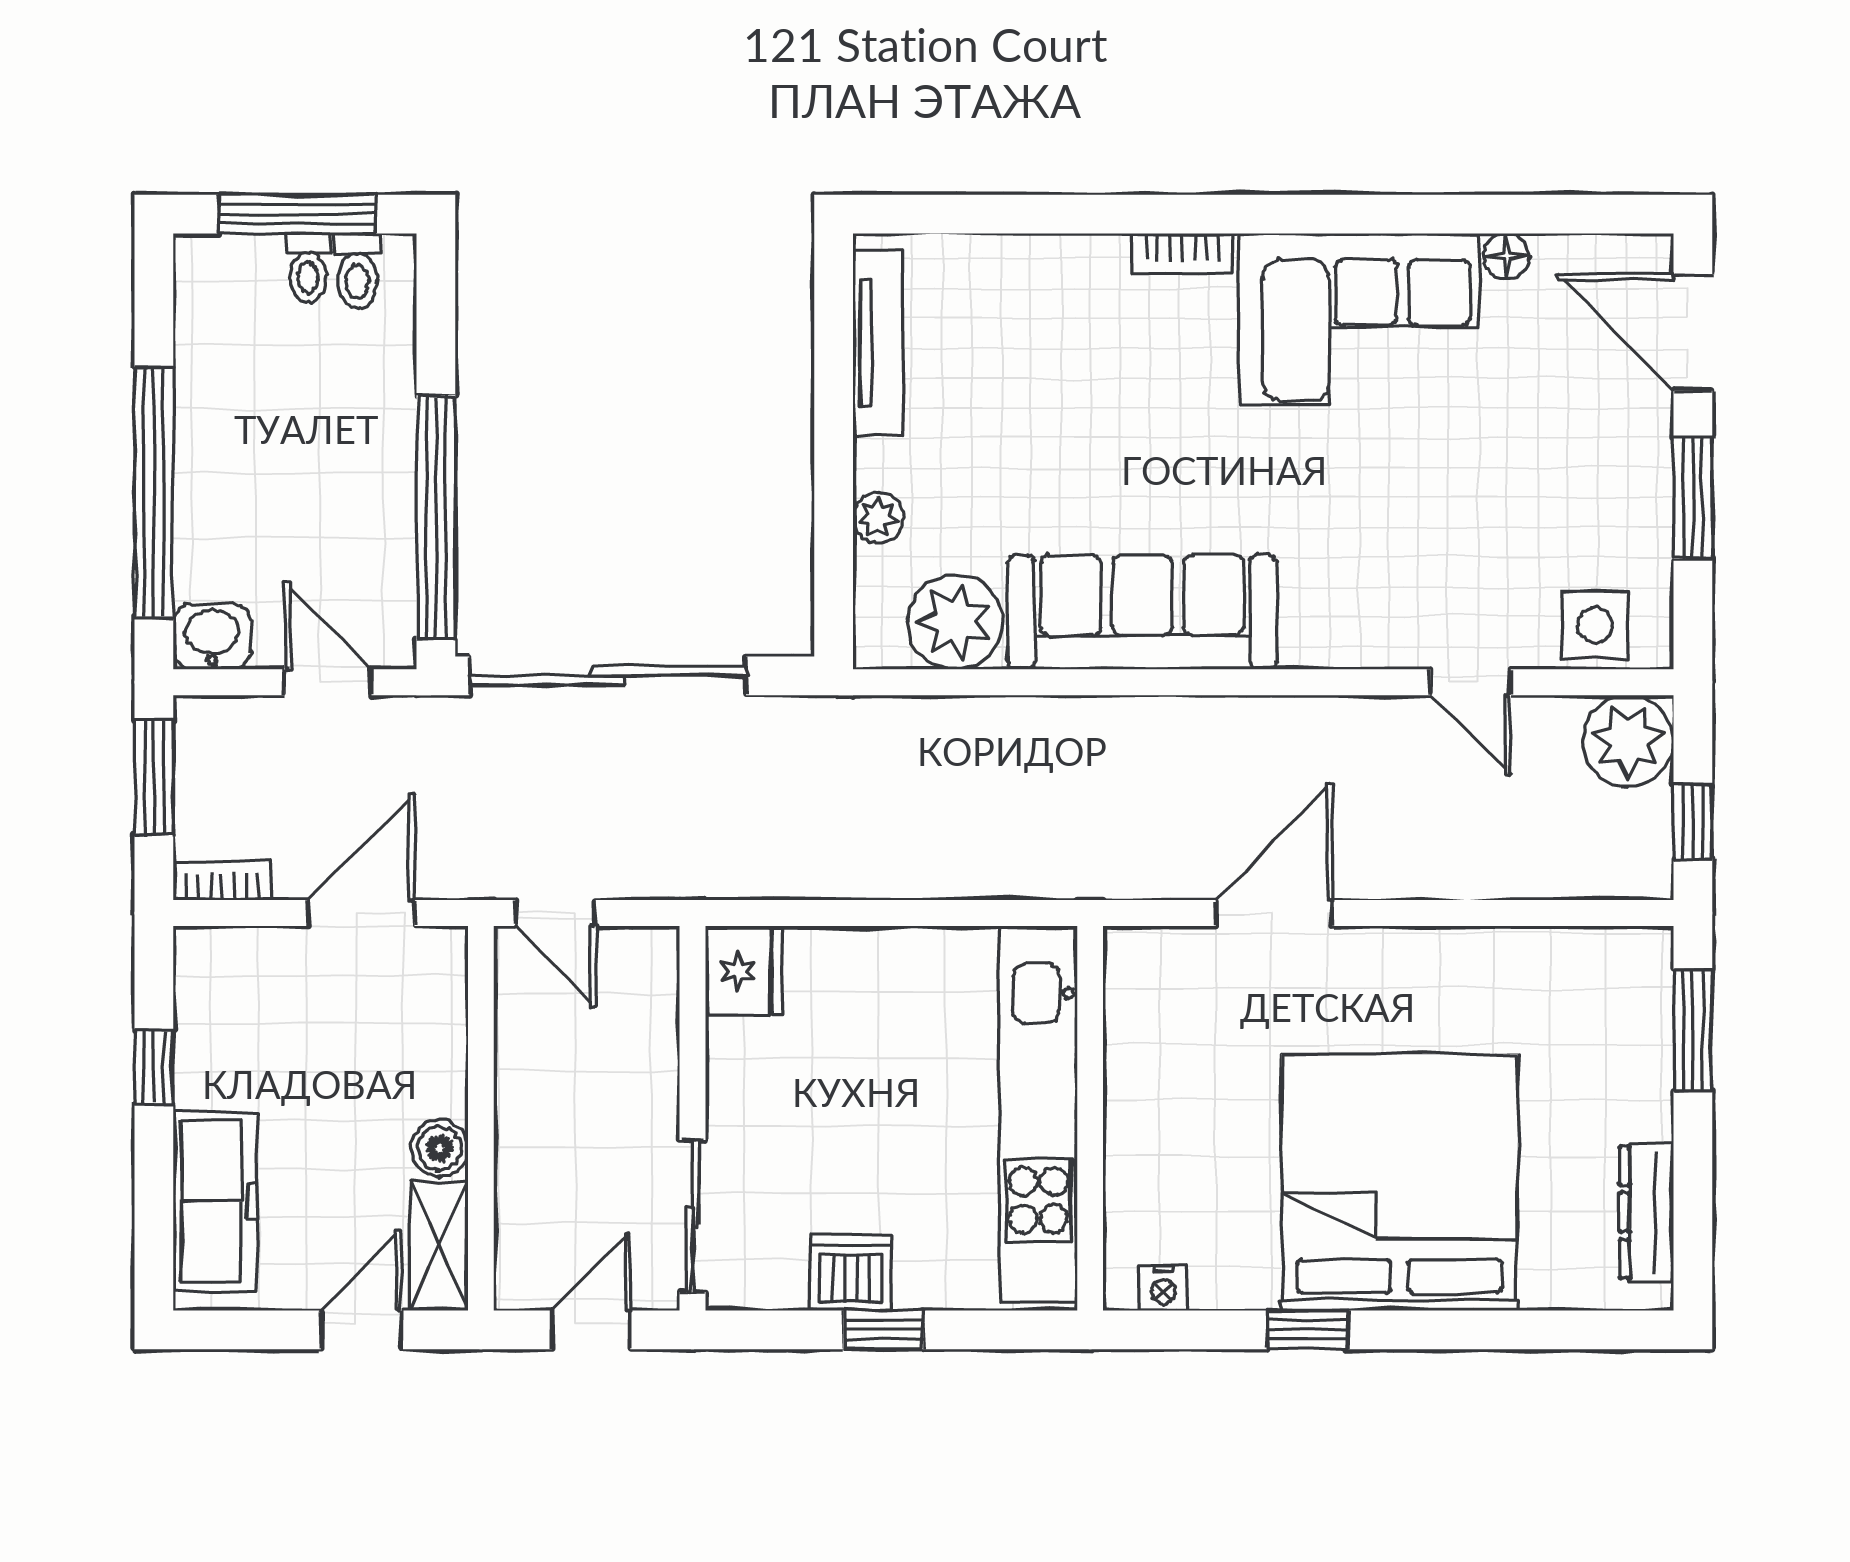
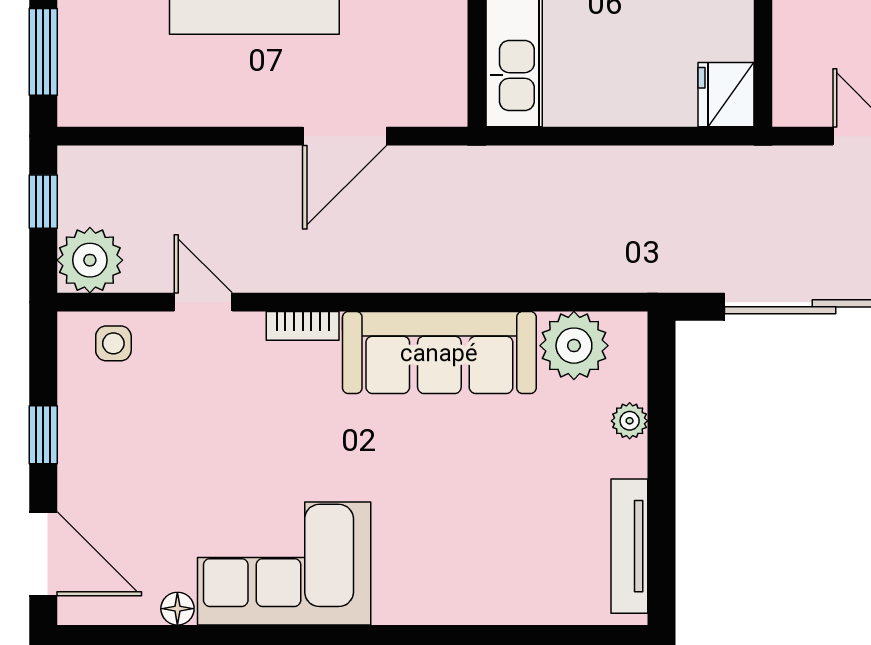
bookcase: (1182, 253) -> (303, 326), moved, turned 180
window: (1693, 498) -> (43, 435), width x0.67
side table: (1595, 625) -> (113, 343), width x0.73, depth x0.73

